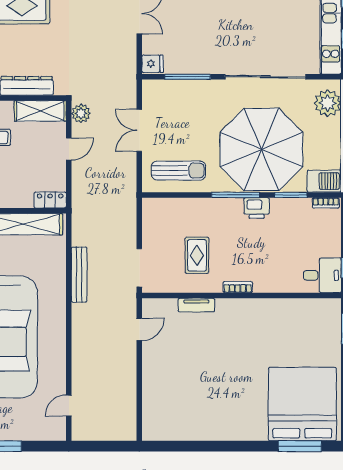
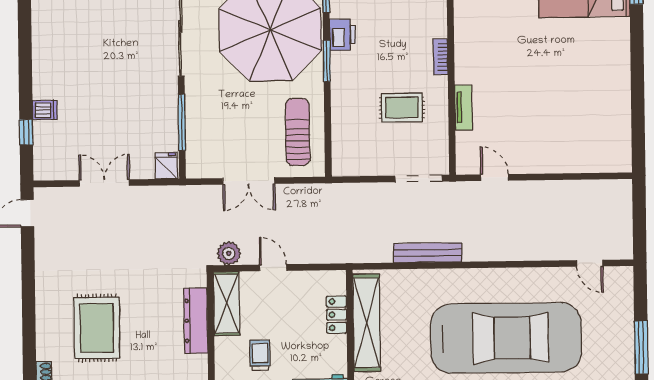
window: (236, 195) -> (327, 61), width x0.69
locker: (50, 200) -> (337, 315), moved

